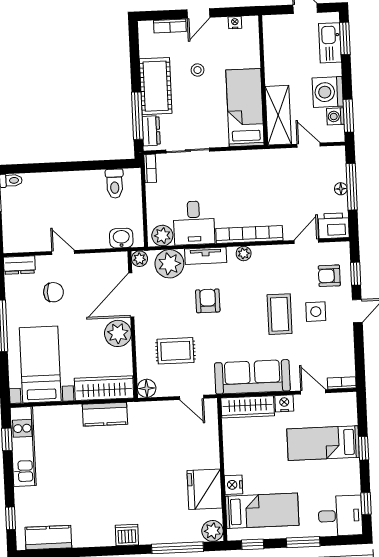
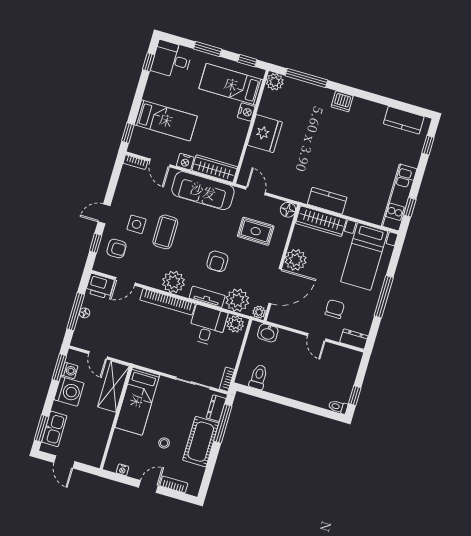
plant: (244, 253) -> (173, 282), width x1.87, depth x1.87
chair: (53, 292) -> (335, 309), turned 90
window: (364, 448) -> (128, 133), moved
fridge: (205, 489) -> (265, 134), moved

